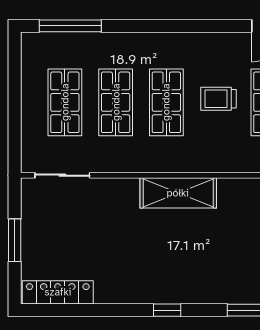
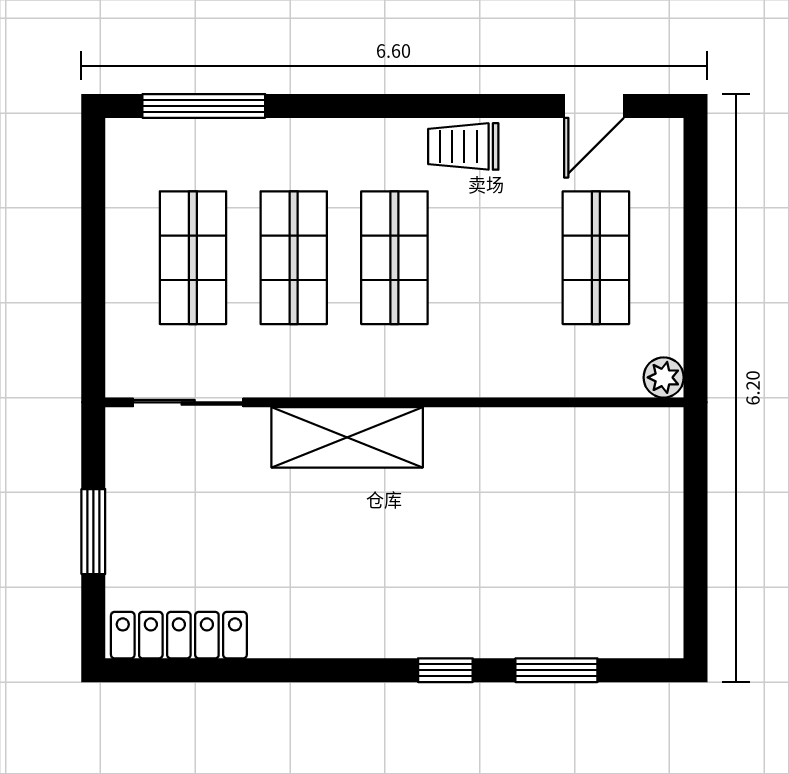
trolley: (219, 99) -> (463, 146), moved
shelving: (178, 193) -> (347, 437), moved
window: (167, 310) -> (445, 670), moved

